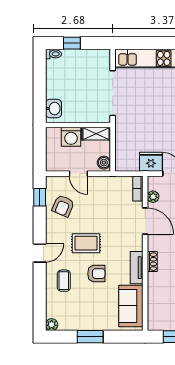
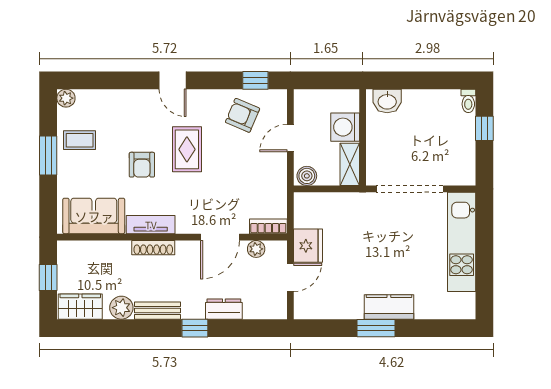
shoe rack: (152, 262) -> (153, 248), width x1.43
coffee table: (64, 281) -> (80, 140), moved

